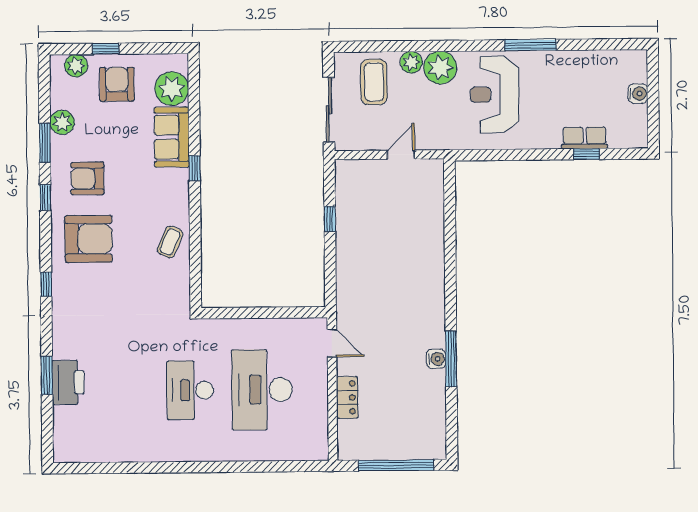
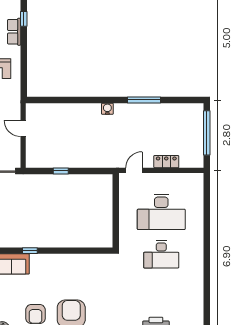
row of seats: (585, 138) -> (14, 32), moved
coffee table: (170, 242) -> (73, 265), removed
water cooler: (436, 359) -> (107, 109), moved

